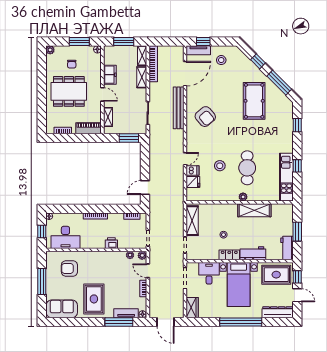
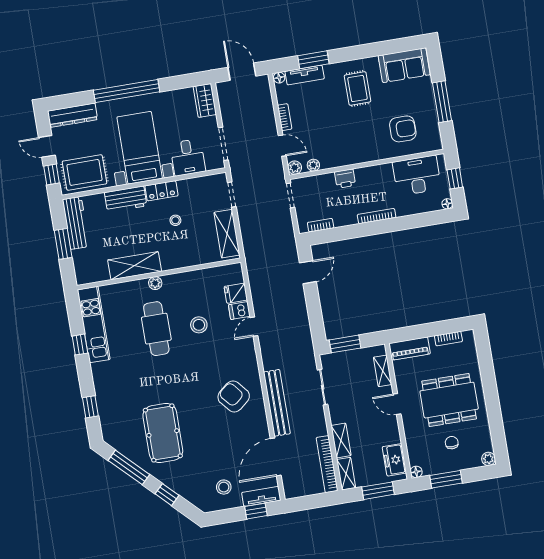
freezer: (110, 75) -> (394, 460), moved
workbench: (287, 248) -> (76, 223), width x1.37
rug: (94, 299) -> (357, 88), width x0.73, depth x0.70
window: (119, 322) -> (313, 60), width x0.69

